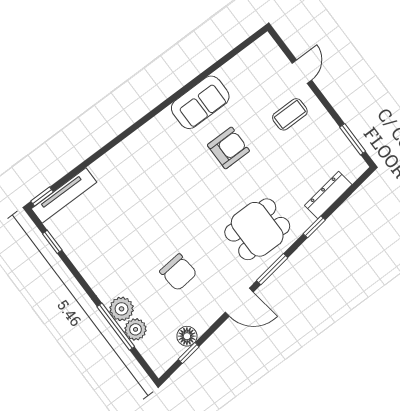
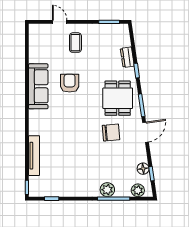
sofa: (200, 102) -> (38, 86), width x1.36
dresser: (328, 195) -> (127, 57), width x0.70
tv unit: (64, 196) -> (34, 156), moved
chair: (178, 272) -> (111, 133), moved
plant: (136, 329) -> (138, 190), moved

